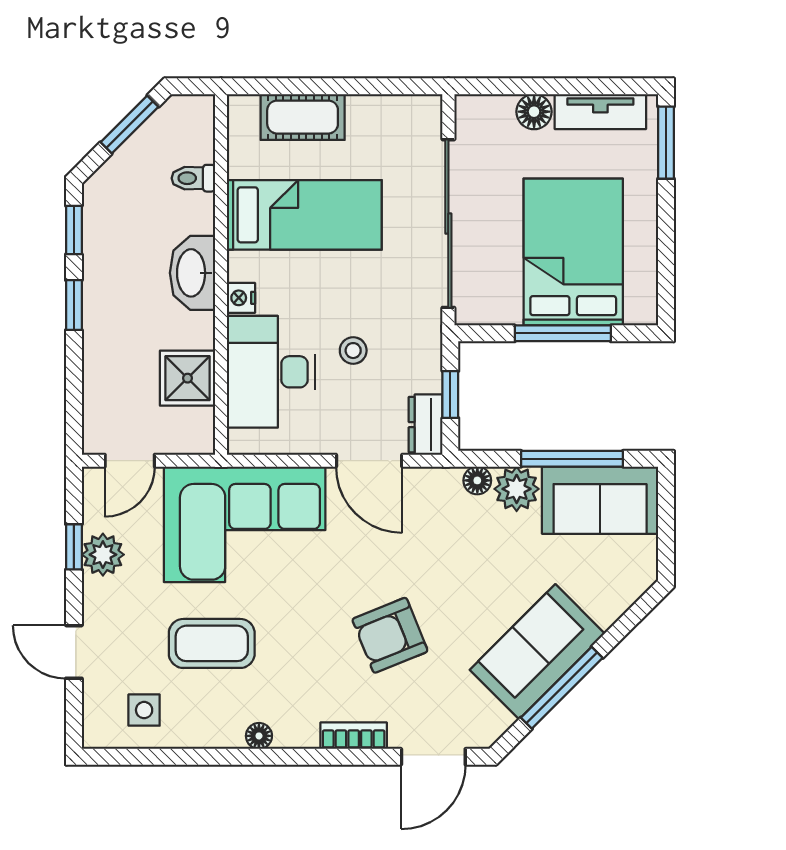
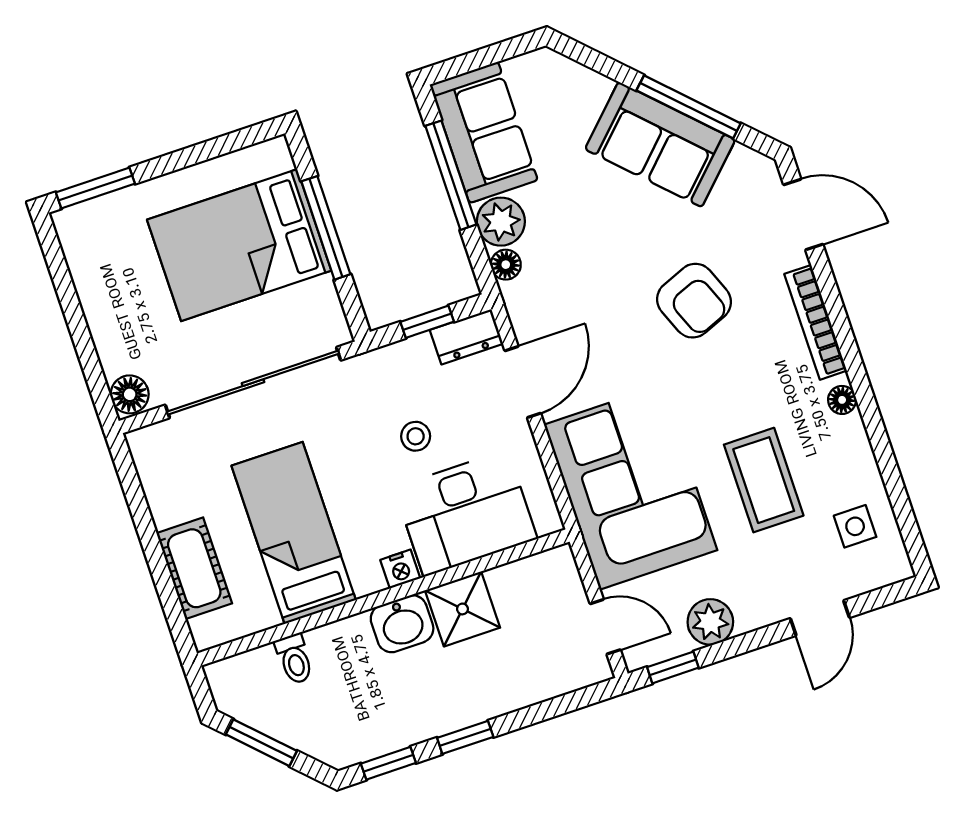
floor lamp: (534, 112) -> (130, 394), moved
tv unit: (600, 112) -> (86, 266), removed
washbasin: (192, 273) -> (402, 624), width x0.72
shower: (188, 378) -> (463, 609), moved
window: (74, 547) -> (673, 667), moved
bookcase: (354, 736) -> (816, 322), width x1.56

